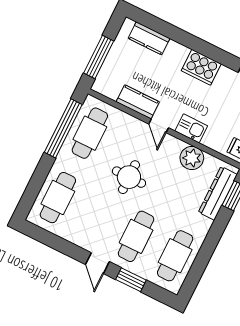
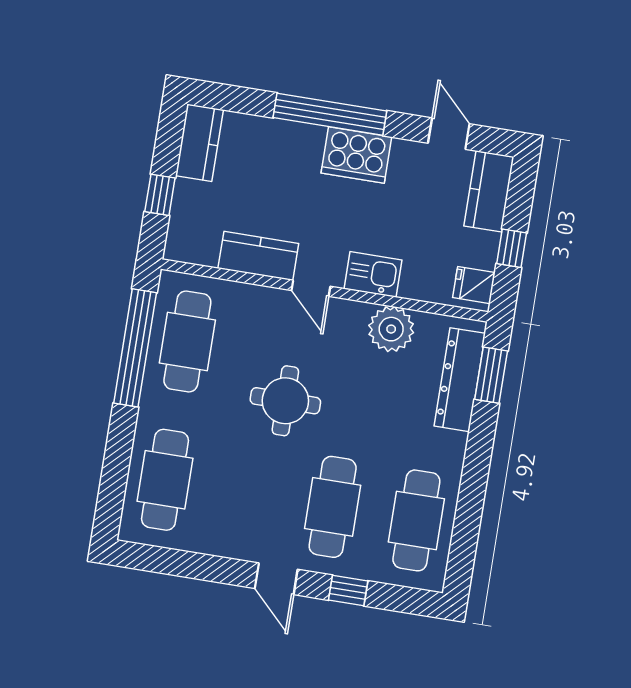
kitchen counter: (149, 38) -> (199, 143), moved, turned -90
window: (194, 43) -> (330, 114), added
window: (99, 57) -> (160, 195), width x0.46
window: (131, 280) -> (348, 590), width x0.67

